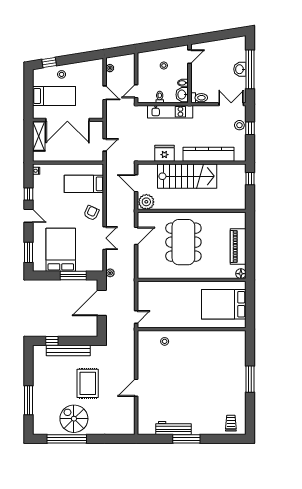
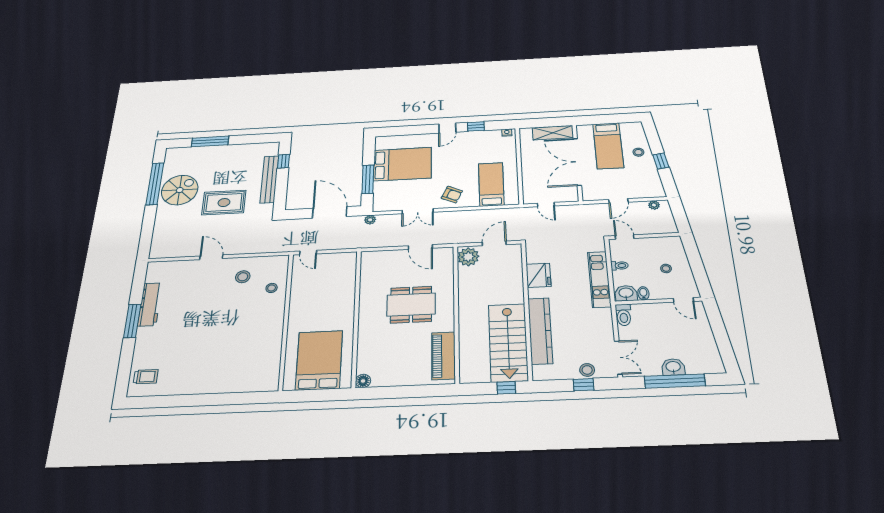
window: (49, 63) -> (661, 161), moved
stairs: (187, 176) -> (508, 342), moved
dining table: (183, 242) -> (411, 305), width x0.73, depth x0.80
piano: (238, 247) -> (443, 356), moved, turned -90
window: (28, 252) -> (400, 131), removed
stool: (154, 363) -> (243, 277), added
window: (250, 379) -> (206, 400), removed

